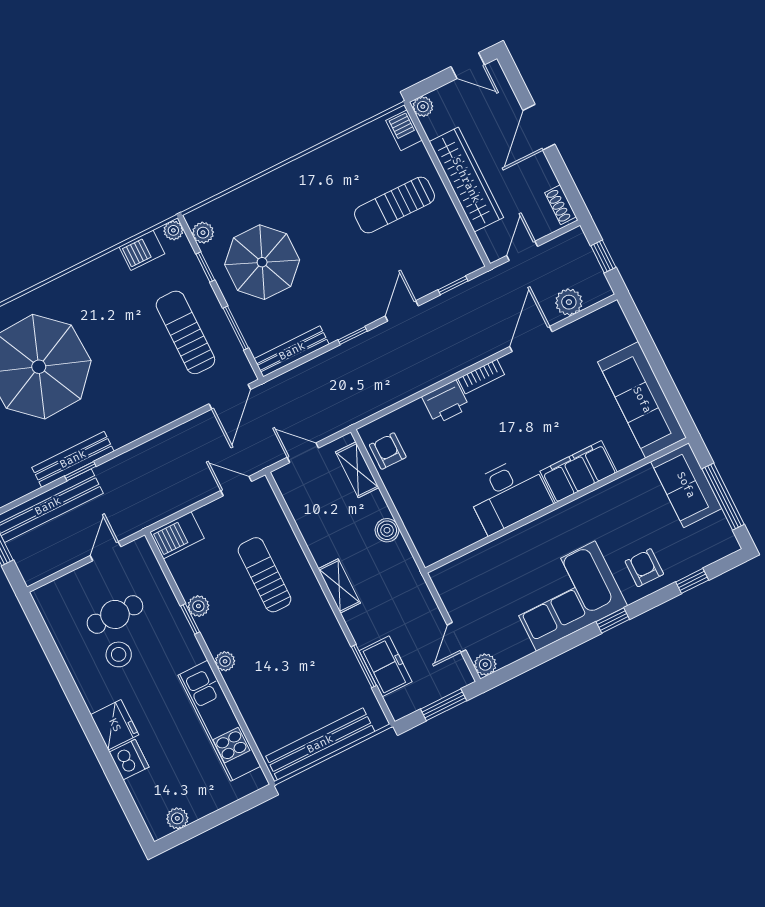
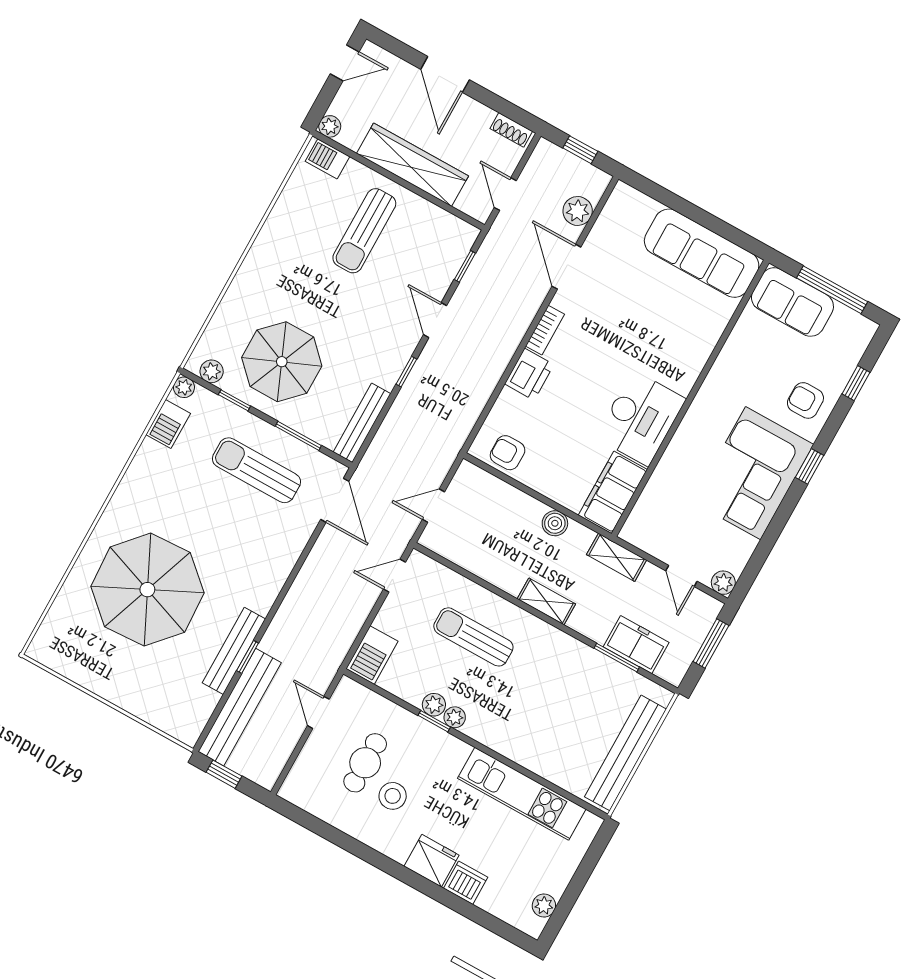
shelving: (357, 470) -> (617, 557), moved
filing cabinet: (579, 472) -> (613, 492), moved
plant: (225, 661) -> (455, 717), moved

